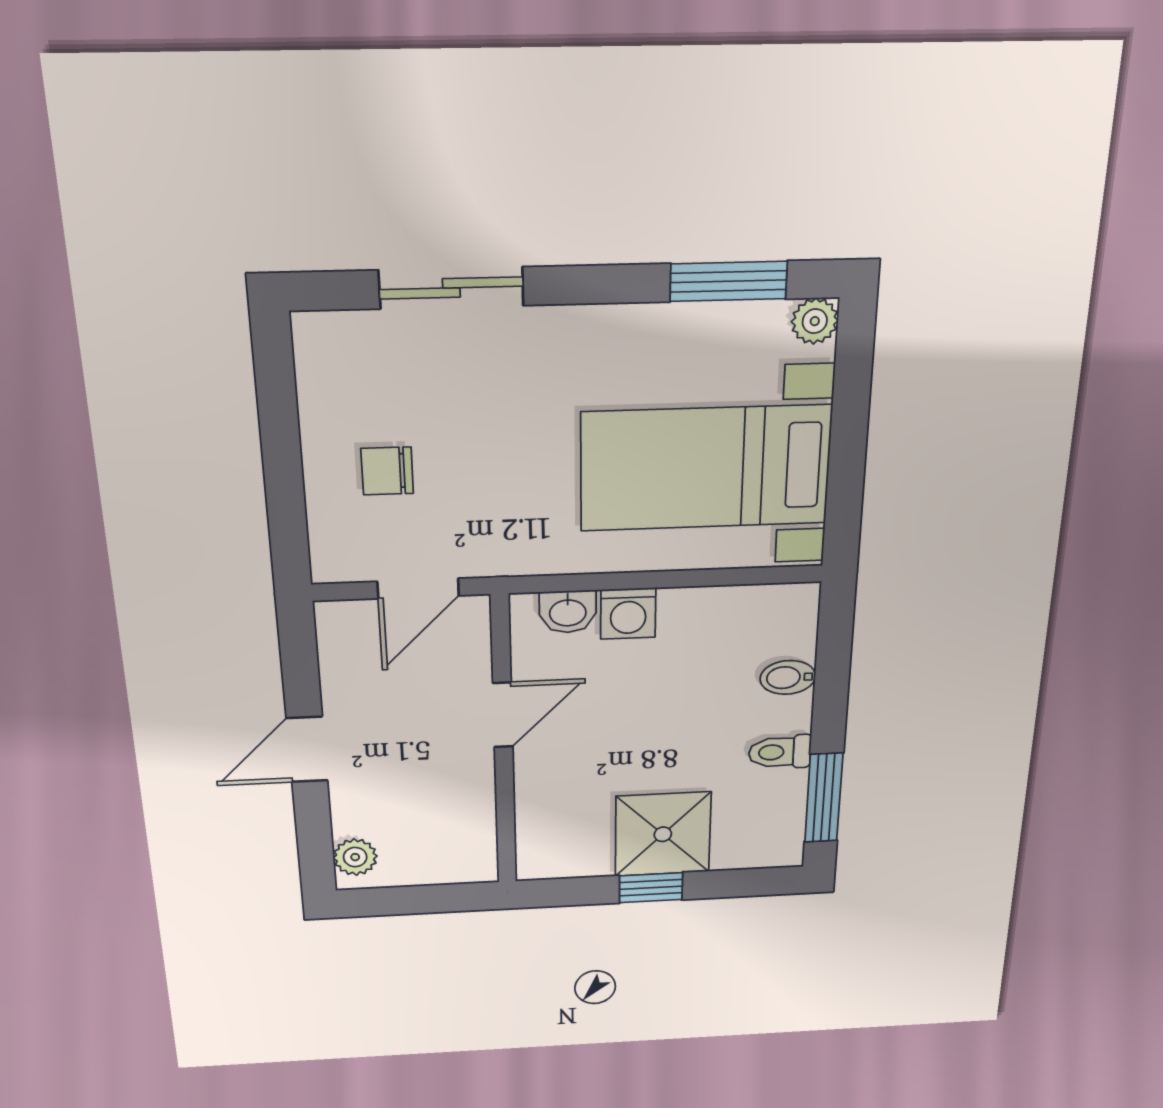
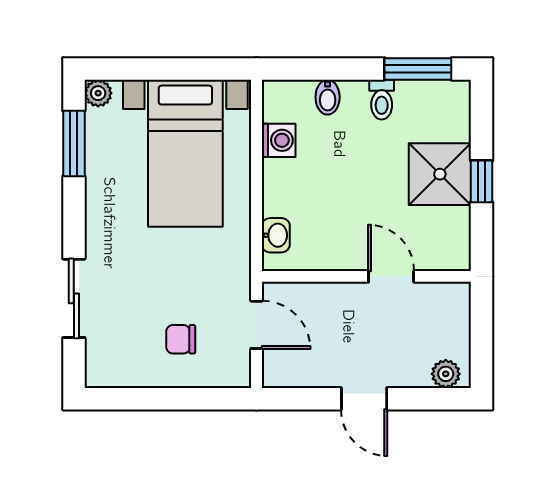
chair: (387, 471) -> (181, 339), turned 90
washing machine: (628, 614) -> (279, 140), moved
door: (503, 715) -> (391, 276), moved

